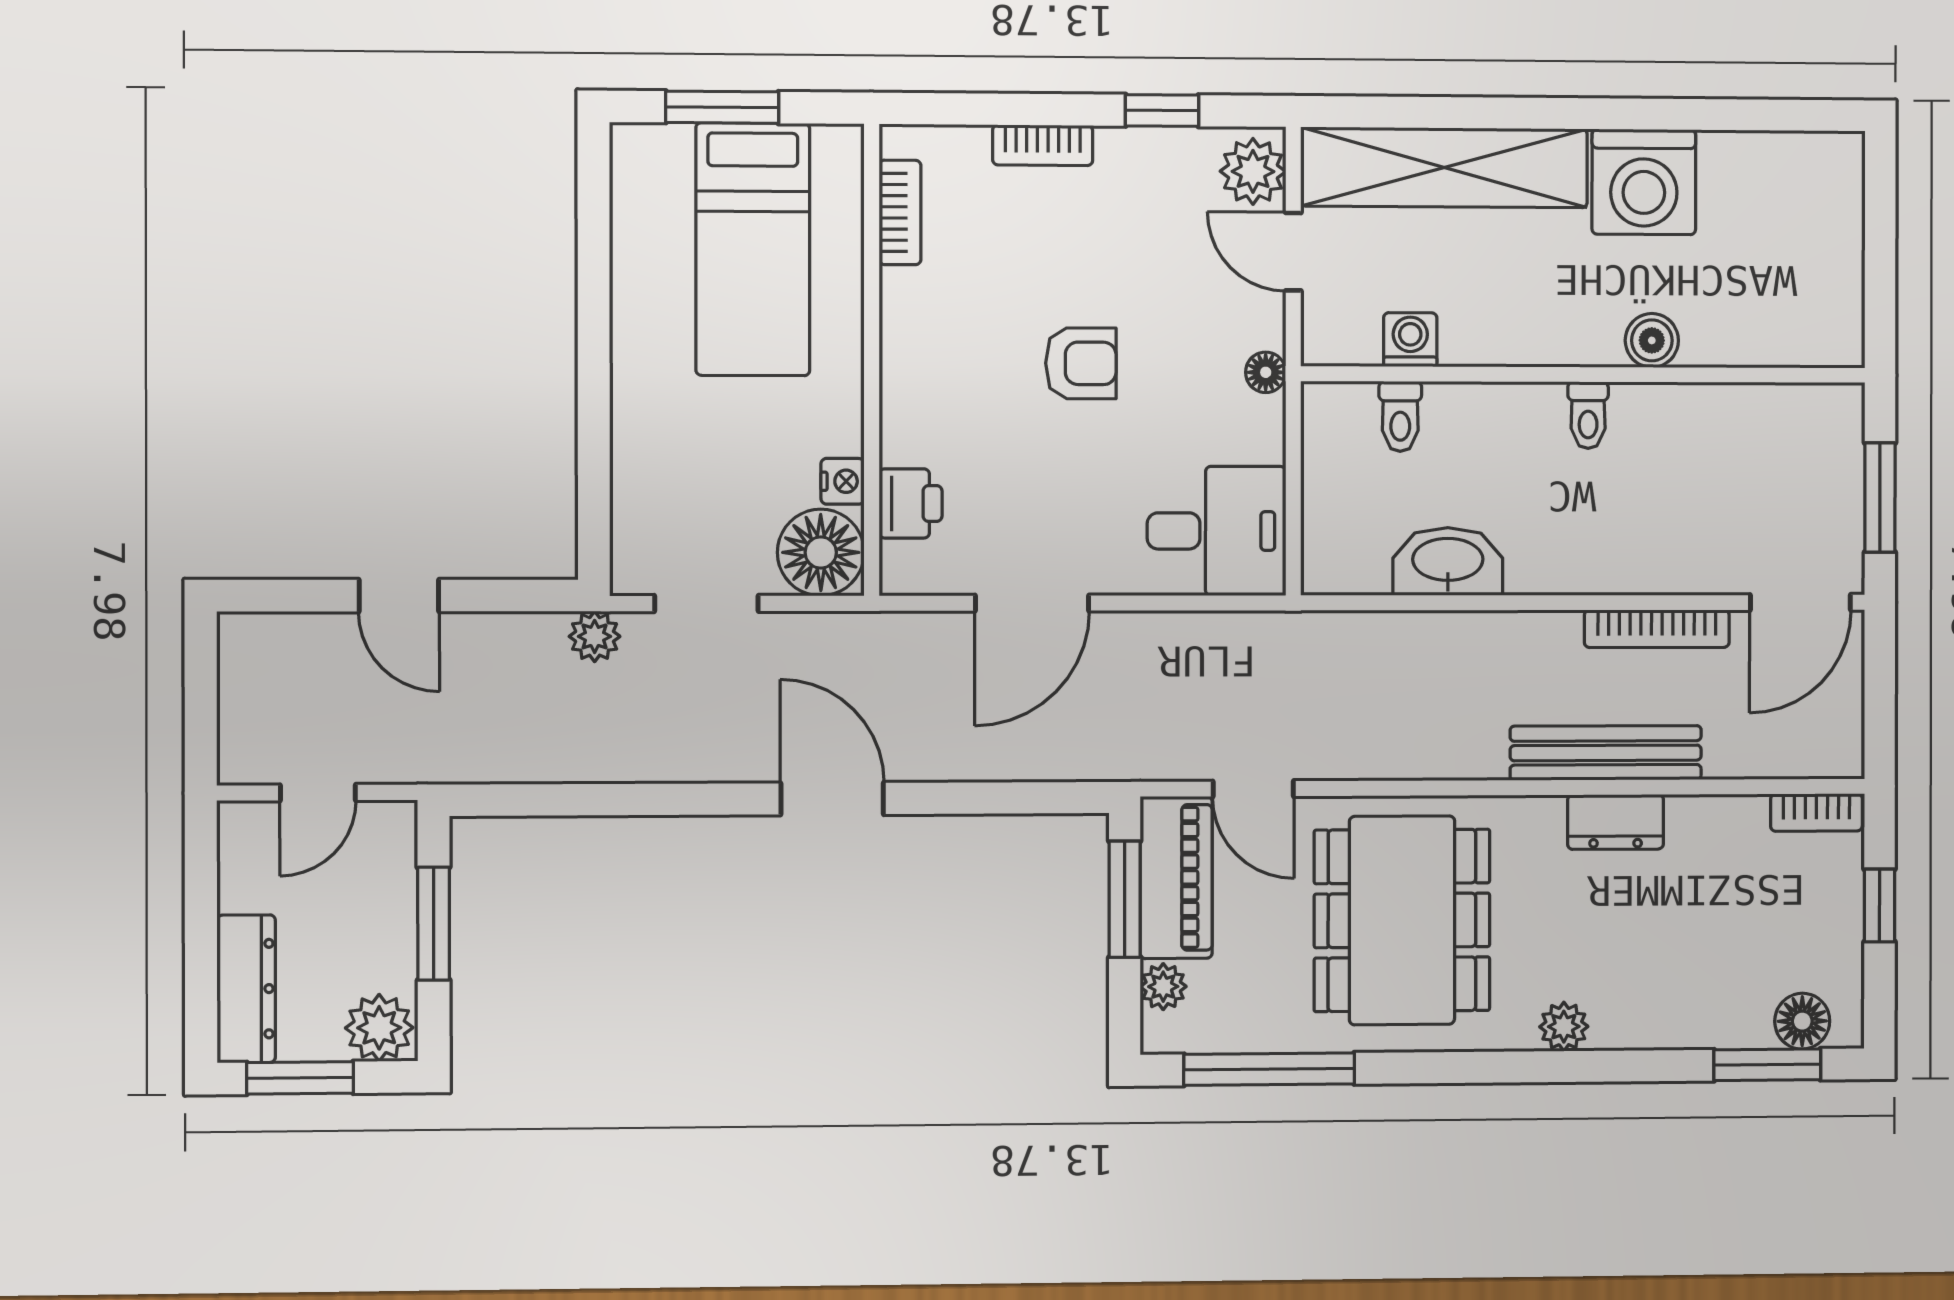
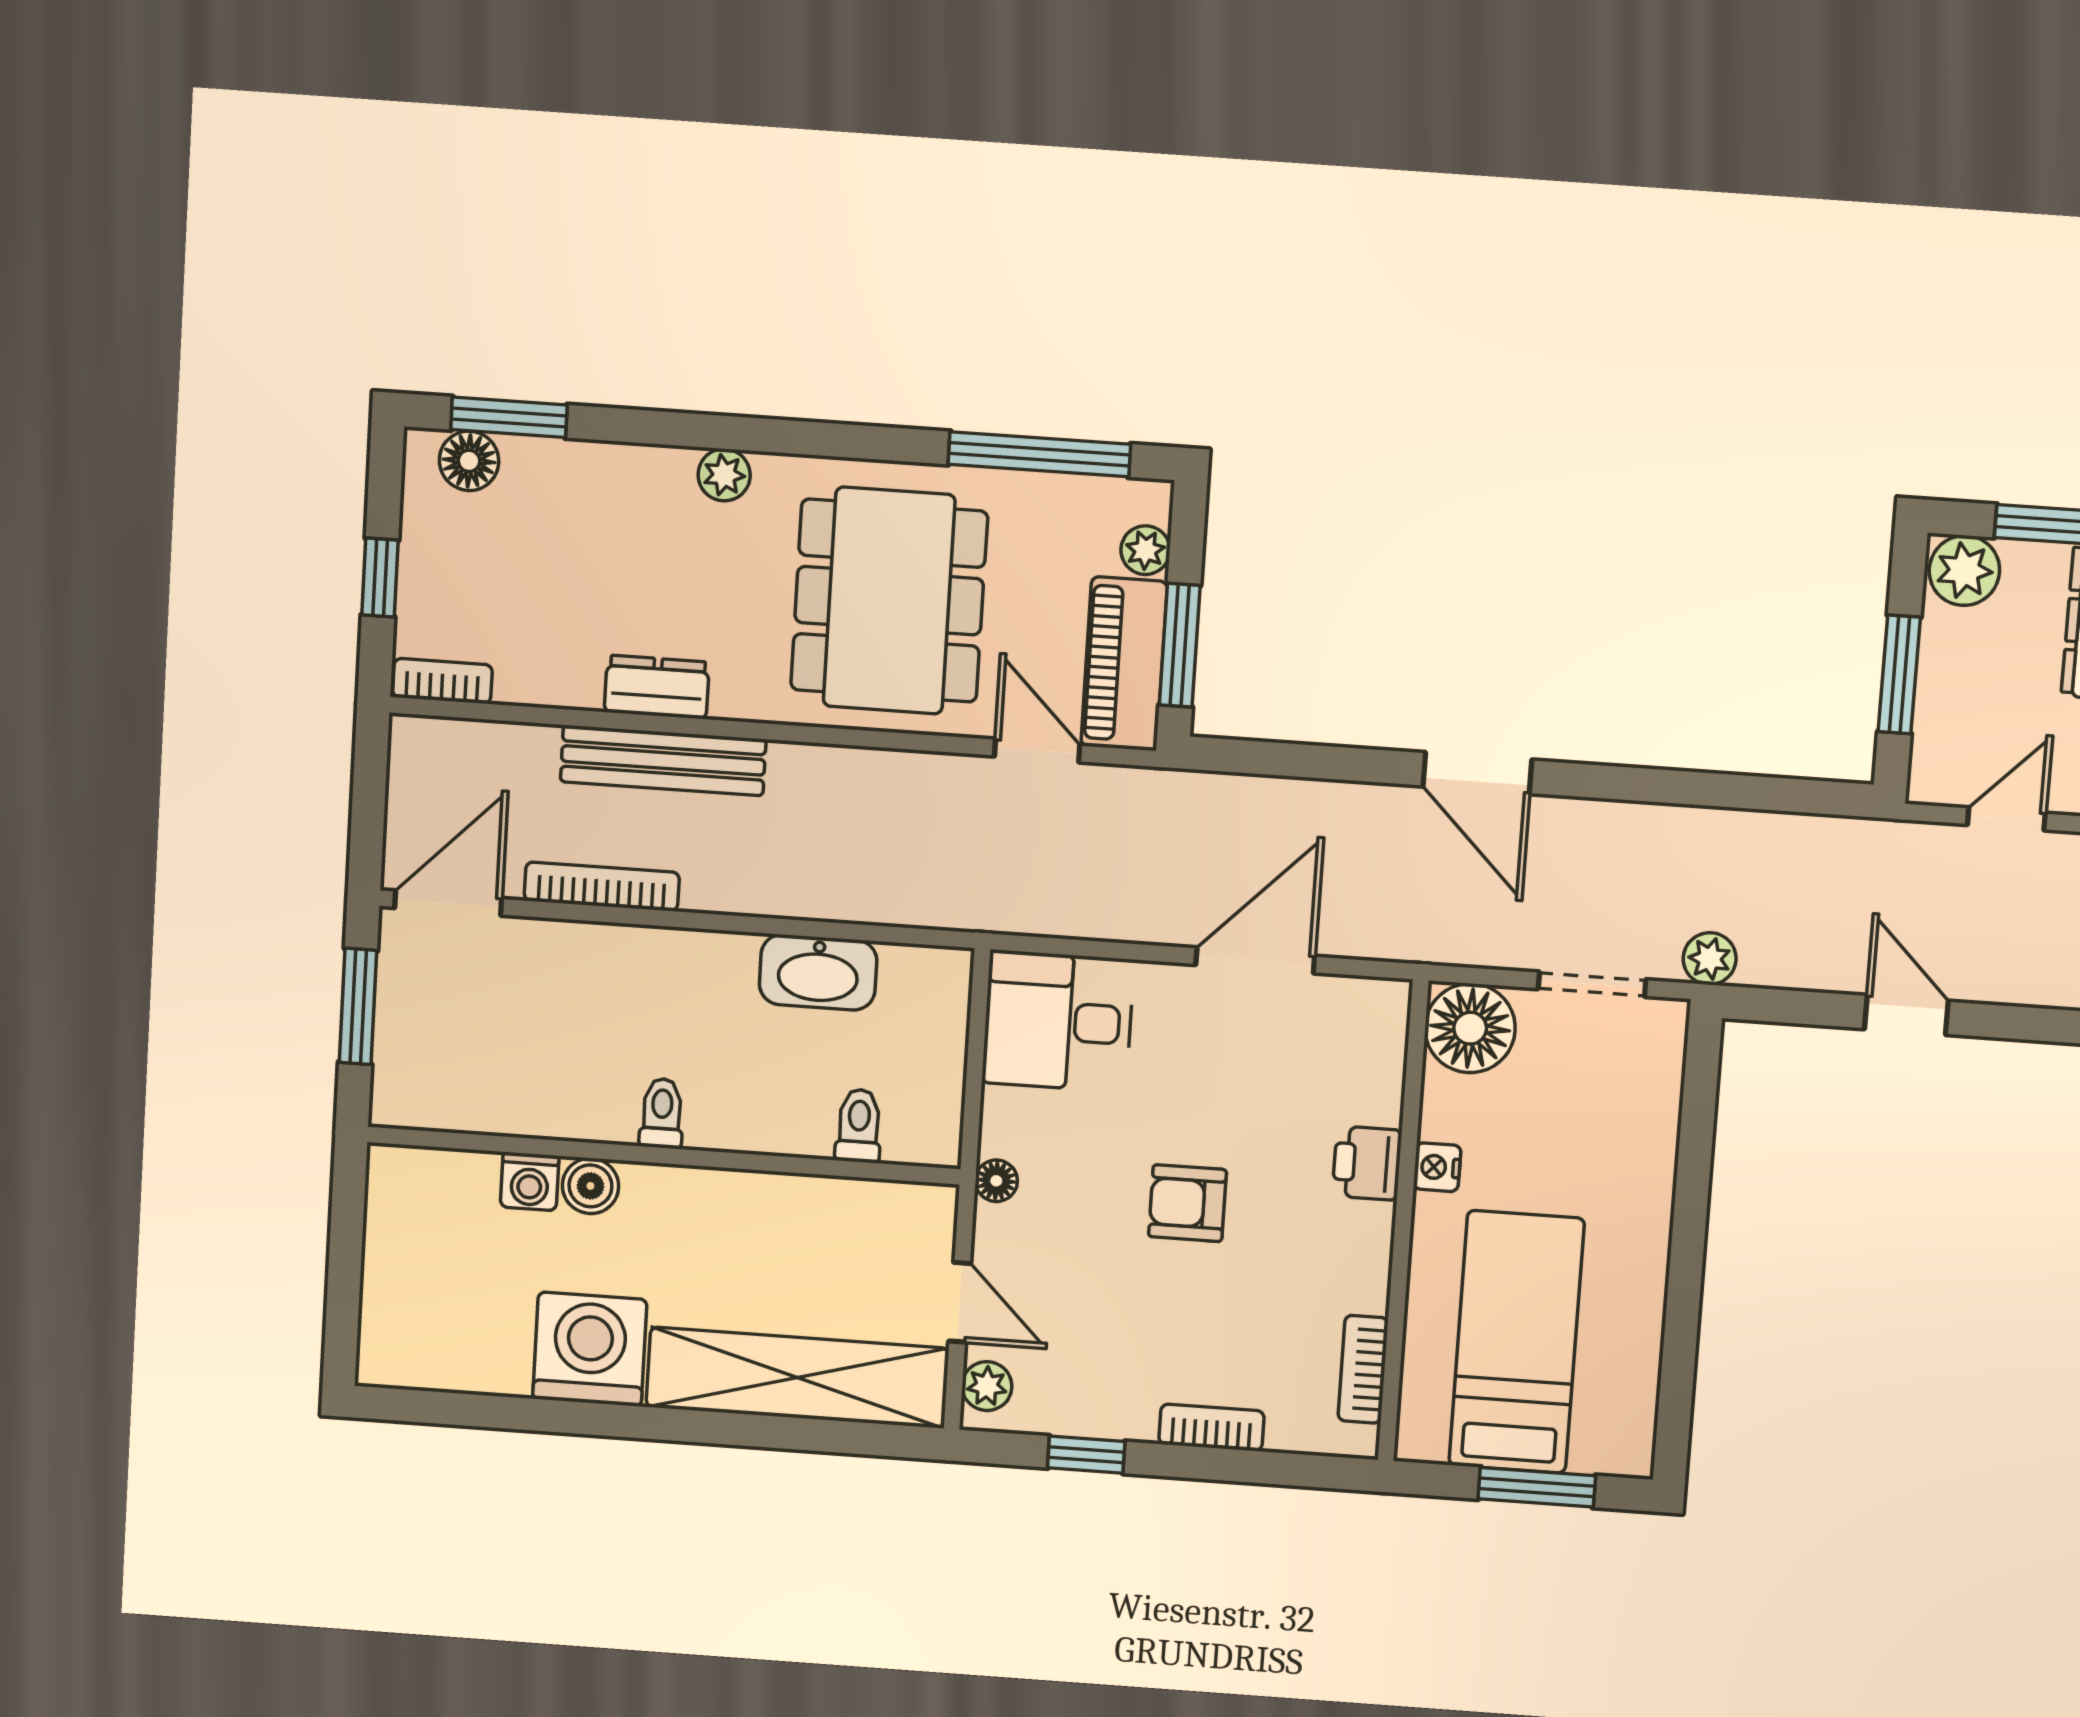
plant: (1253, 171) -> (987, 1386), width x0.73, depth x0.73
washing machine: (1410, 340) -> (530, 1181), moved
nightstand: (843, 481) -> (1437, 1167), moved
printer: (911, 503) -> (1367, 1163), moved

